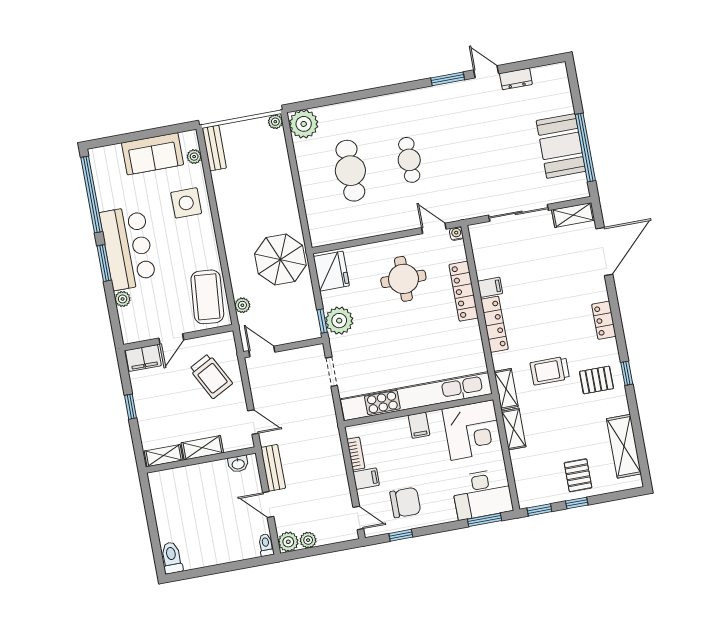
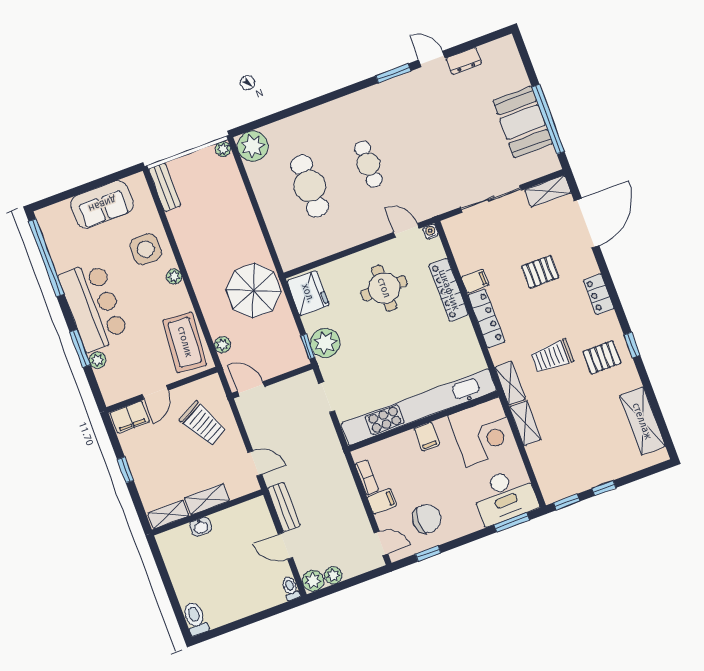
plant: (194, 157) -> (174, 276), moved
window: (104, 263) -> (80, 348), moved
washbasin: (238, 464) -> (201, 527), moved
pallet: (578, 475) -> (540, 272), moved, turned 90

